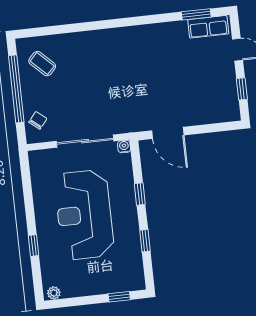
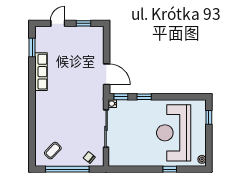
row of seats: (208, 27) -> (41, 72), moved, width x1.48
door: (168, 133) -> (107, 74), hinge flipped
reception desk: (84, 215) -> (174, 133), moved, turned 90
window: (145, 241) -> (121, 97), moved

